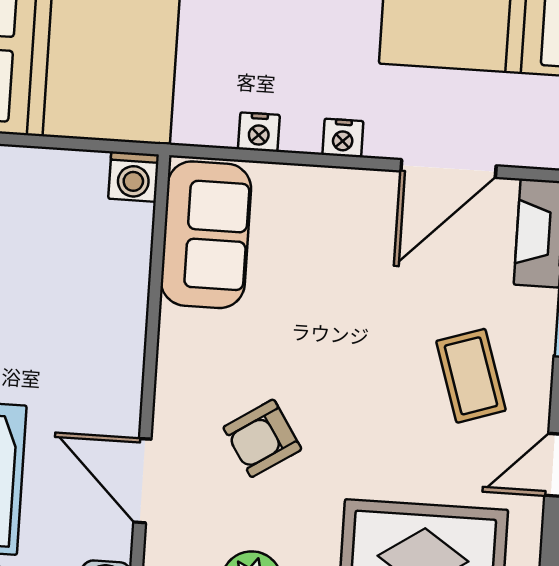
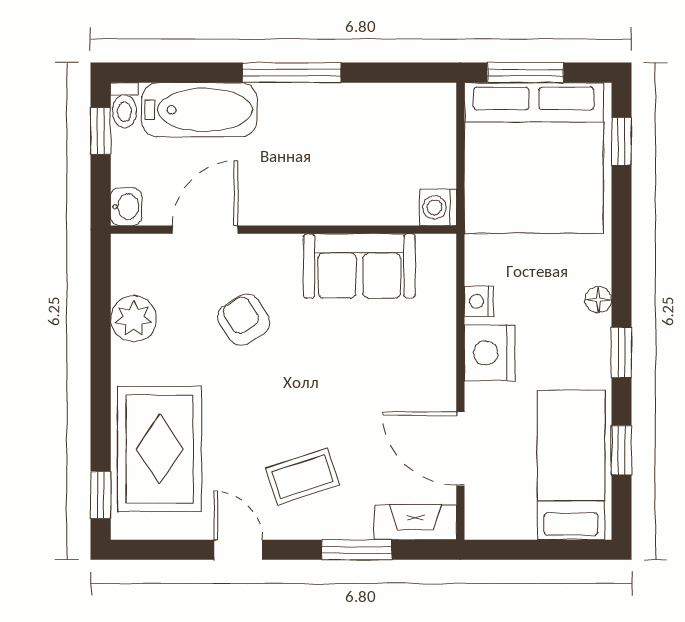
nightstand: (343, 138) -> (490, 353), width x1.89, depth x1.79
sofa: (206, 235) -> (359, 266), moved

